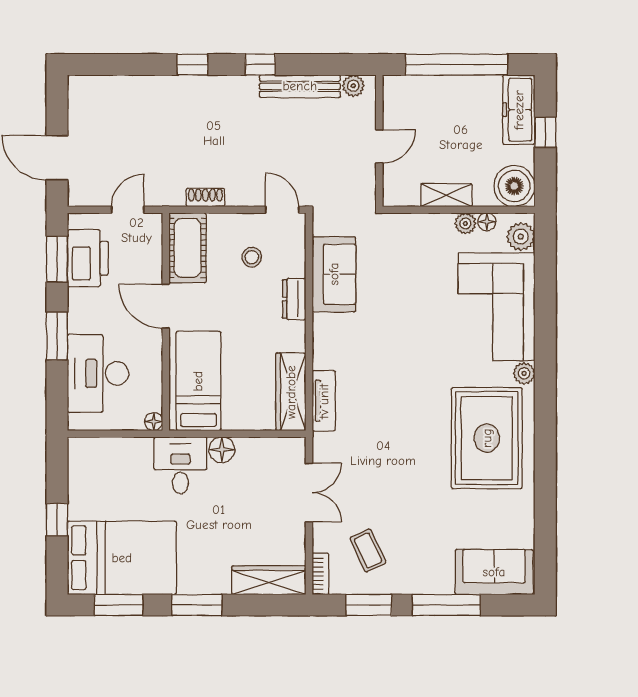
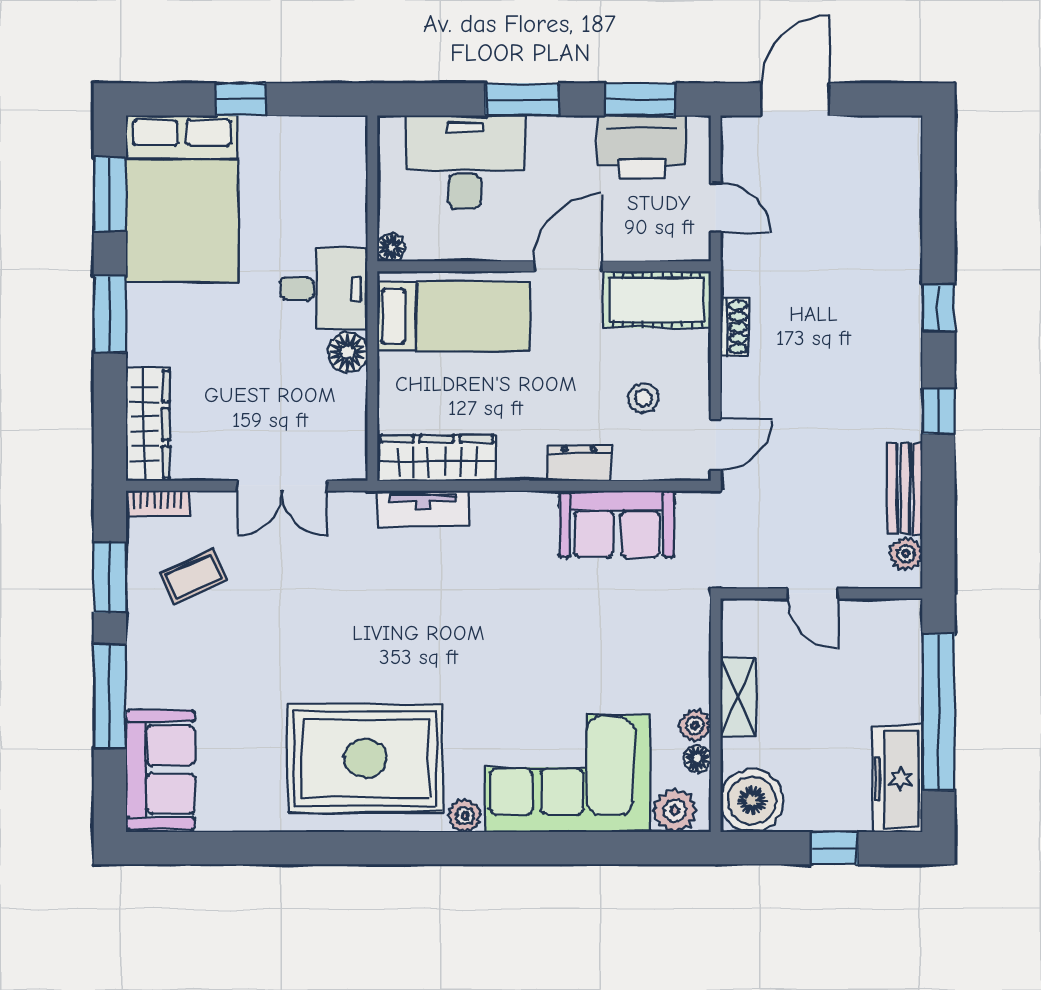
bench: (300, 86) -> (905, 488), width x0.73
freezer: (519, 110) -> (898, 779), moved, turned -90

